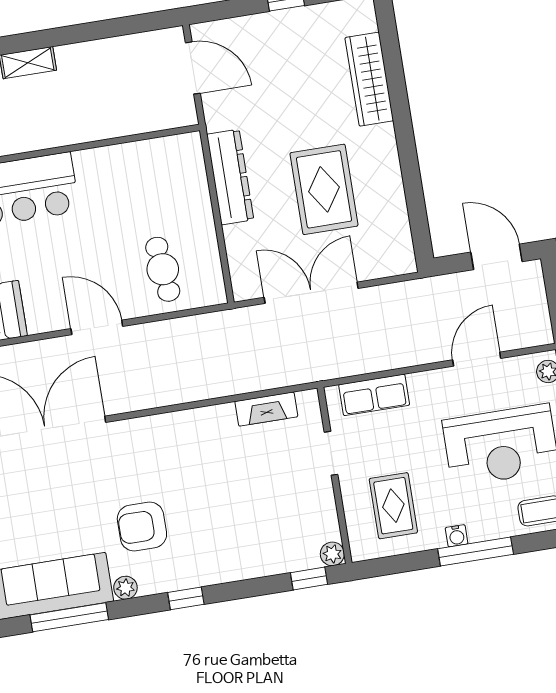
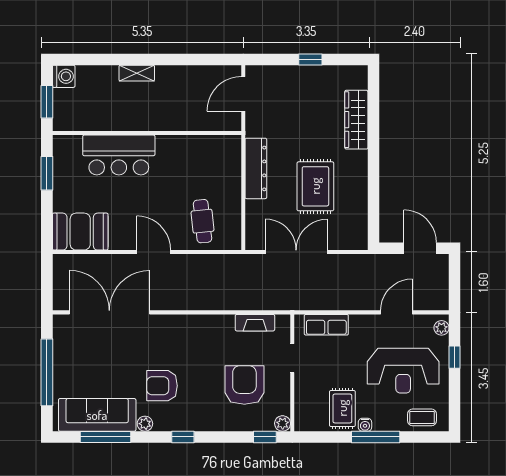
door: (193, 68) -> (243, 94), swing flipped
armchair: (266, 505) -> (244, 385), added
rug: (393, 506) -> (342, 408), moved

